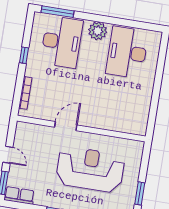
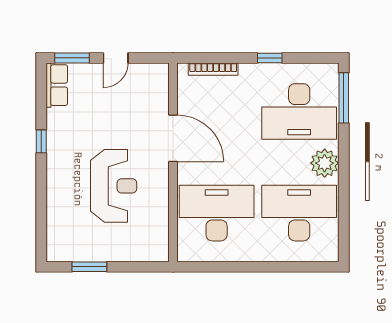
desk: (119, 106) -> (217, 213), added
door: (66, 126) -> (173, 138), width x1.36
reception desk: (90, 169) -> (114, 186), width x0.74, depth x0.77

